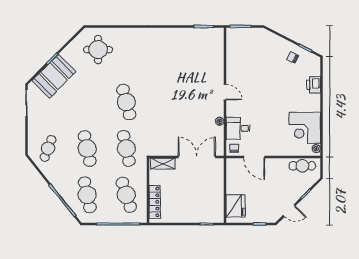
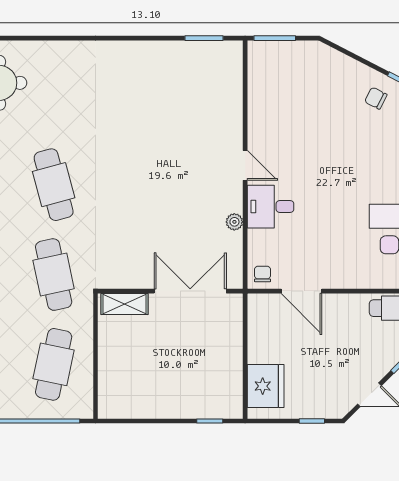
desk: (238, 128) -> (271, 207), moved
cafe table: (126, 195) -> (54, 364), turned 30
locker: (155, 202) -> (108, 378), removed

